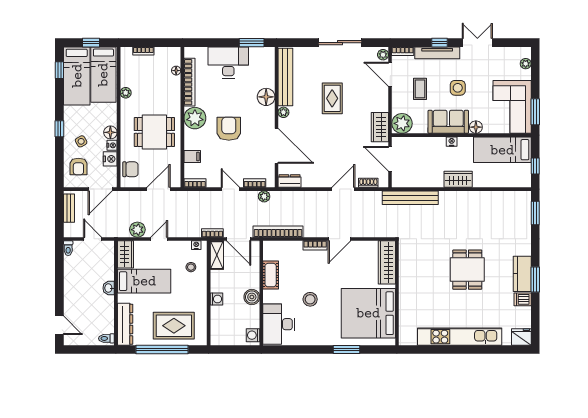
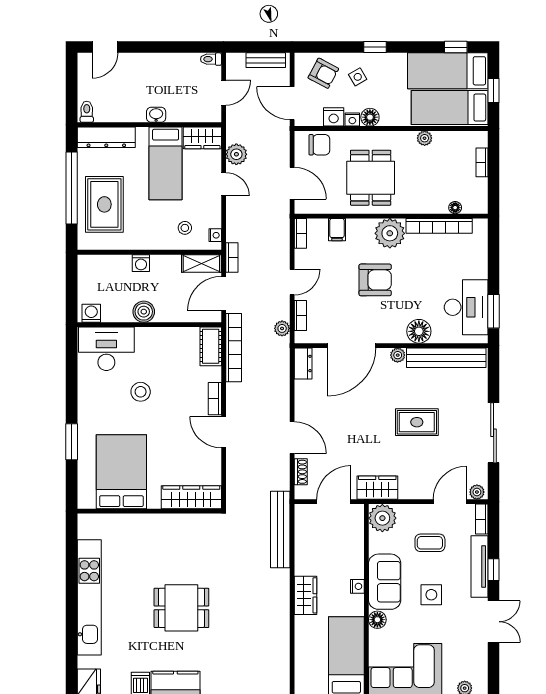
desk: (228, 63) -> (466, 307), moved
armchair: (78, 166) -> (323, 73), turned -152
chair: (130, 169) -> (319, 145), turned -90
cot: (271, 275) -> (211, 346), moved, turned 90
bed: (368, 313) -> (121, 472), width x0.73

